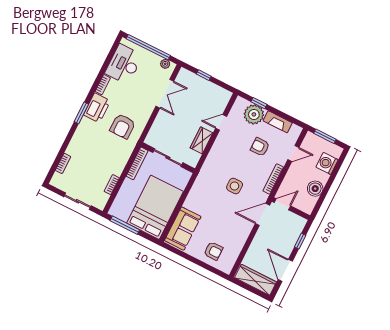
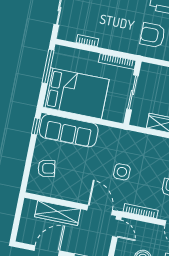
sofa: (183, 229) -> (69, 131), width x1.36
window: (174, 250) -> (36, 126), added
armchair: (213, 251) -> (46, 168), turned -99
wardrobe: (256, 280) -> (58, 213), moved, turned 90

